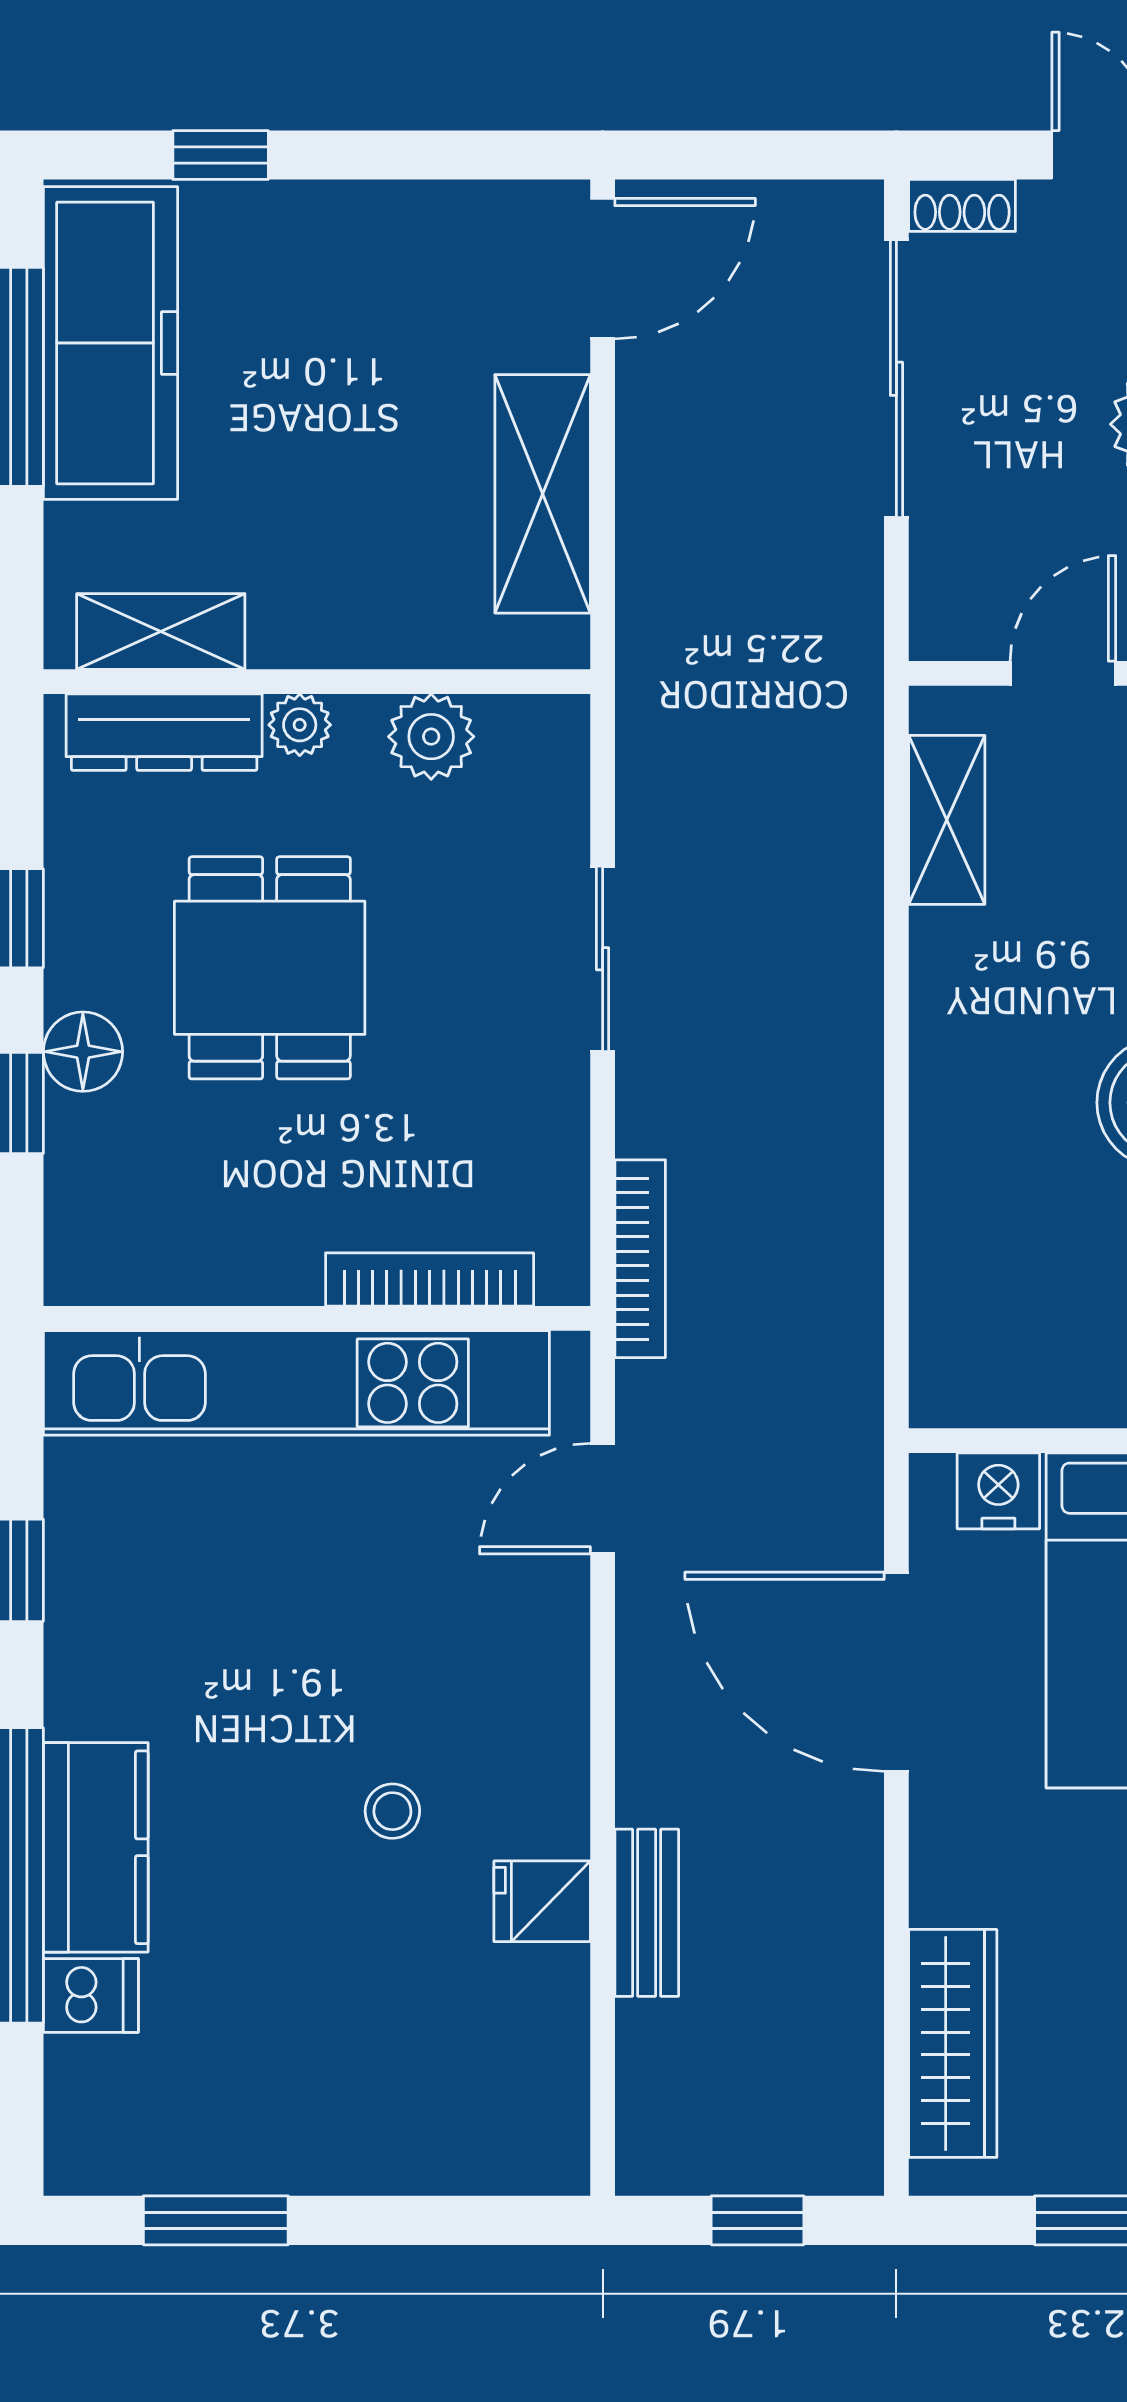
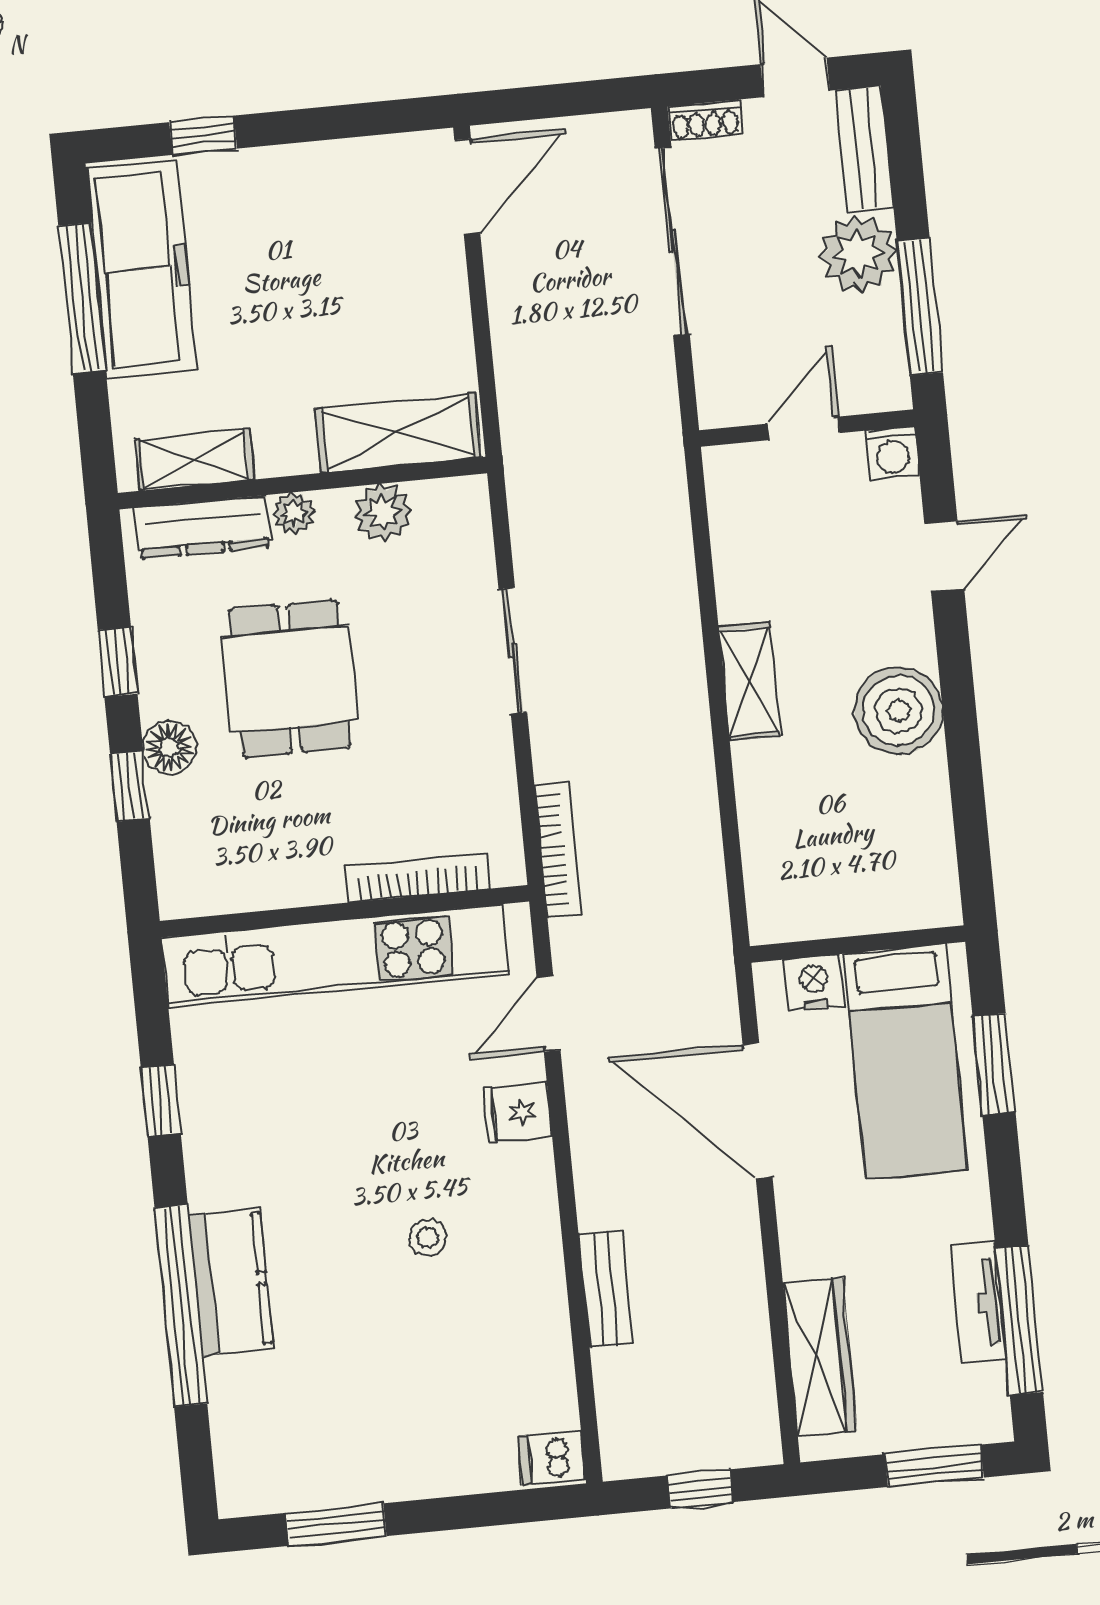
shelving: (543, 494) -> (398, 433), moved, turned 90
shelving: (947, 820) -> (750, 681), moved
fridge: (542, 1901) -> (517, 1112), moved
dishwasher: (91, 1995) -> (551, 1458), moved, turned 180

